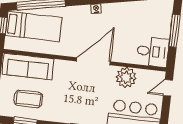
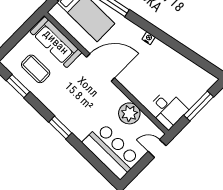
door: (93, 61) -> (101, 67), moved

